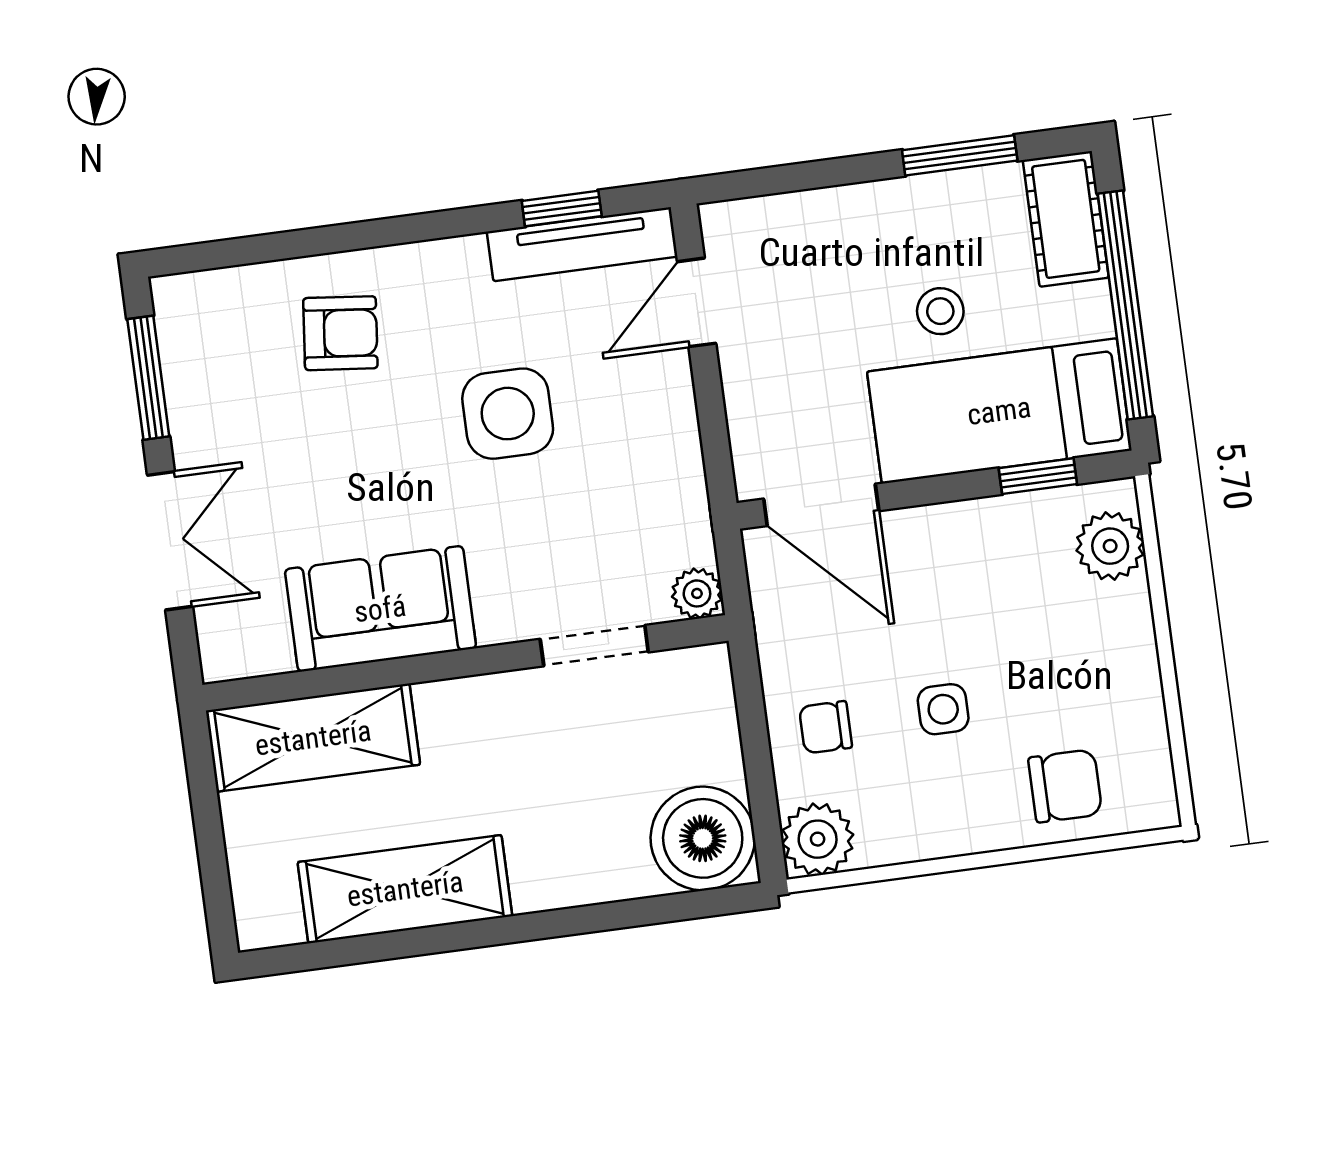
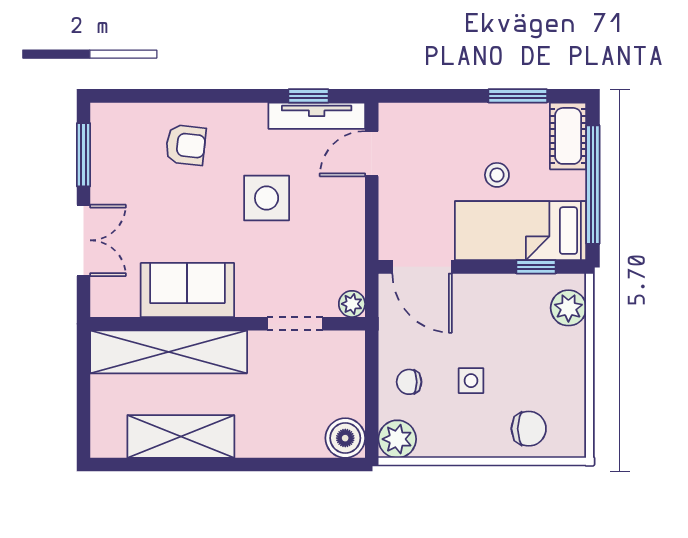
shelving: (313, 738) -> (169, 352), width x1.47
boiler: (703, 838) -> (345, 438), width x0.73, depth x0.73

